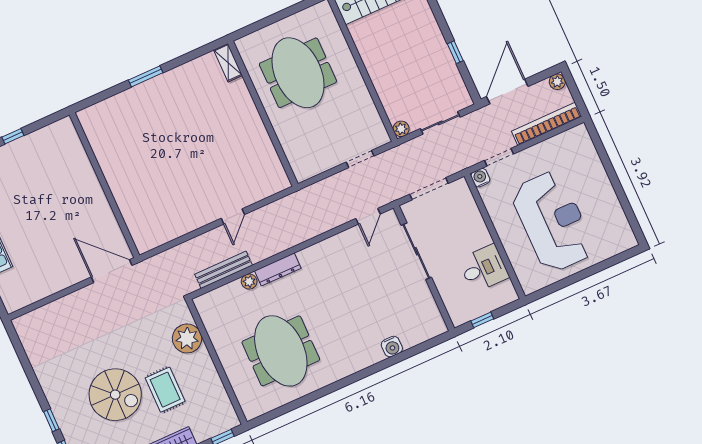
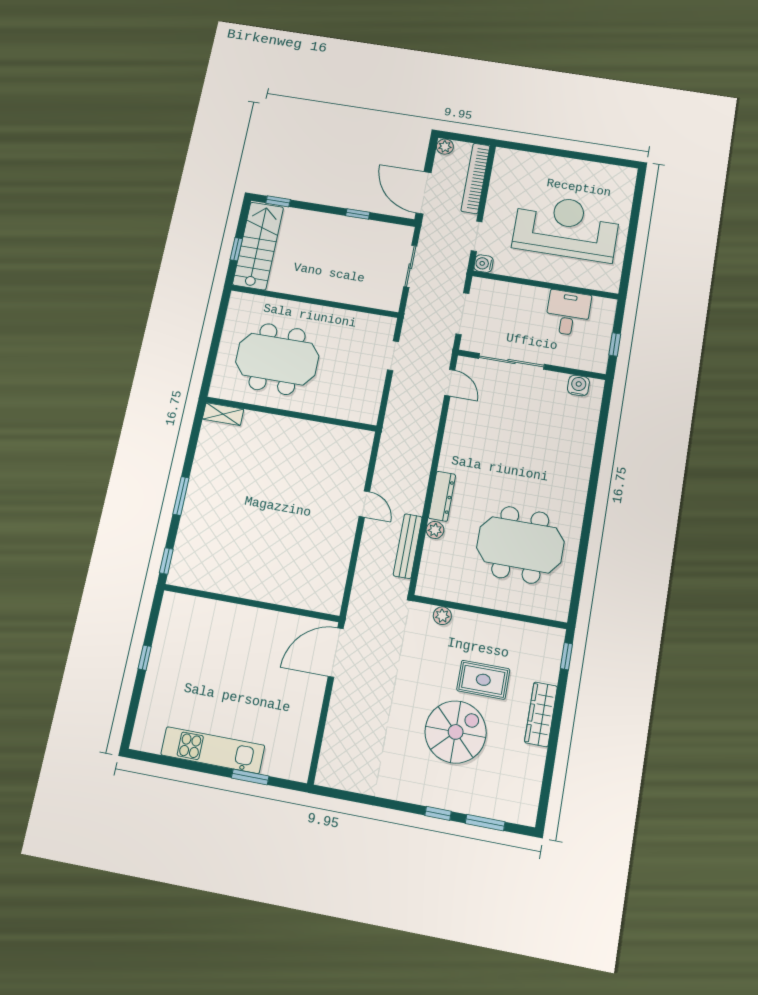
window: (91, 101) -> (166, 561), added
plant: (401, 129) -> (392, 303), removed
plant: (187, 338) -> (442, 616), width x0.53, depth x0.53
water cooler: (392, 347) -> (578, 386), moved, turned -90

